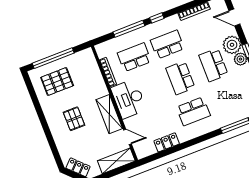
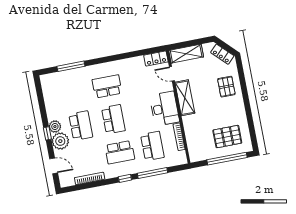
school desk: (134, 57) -> (152, 146), turned -90
pallet: (74, 119) -> (226, 87), moved
locker: (167, 142) -> (156, 59), moved

